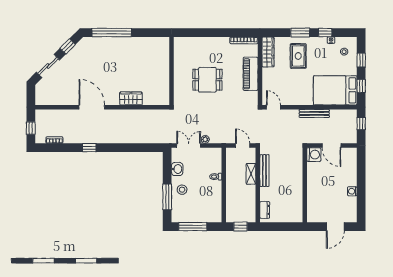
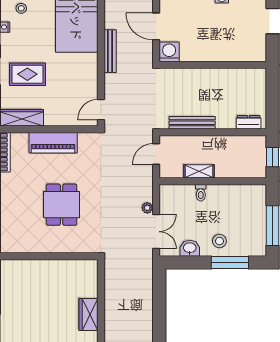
double door: (189, 146) -> (156, 232), swing flipped
door: (332, 146) -> (156, 26), swing flipped
shelving: (251, 174) -> (199, 171), moved

